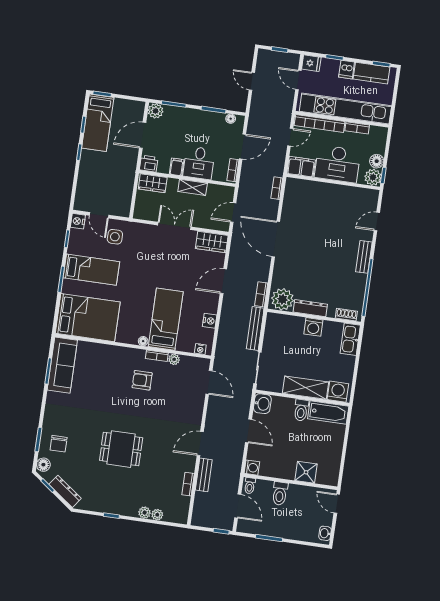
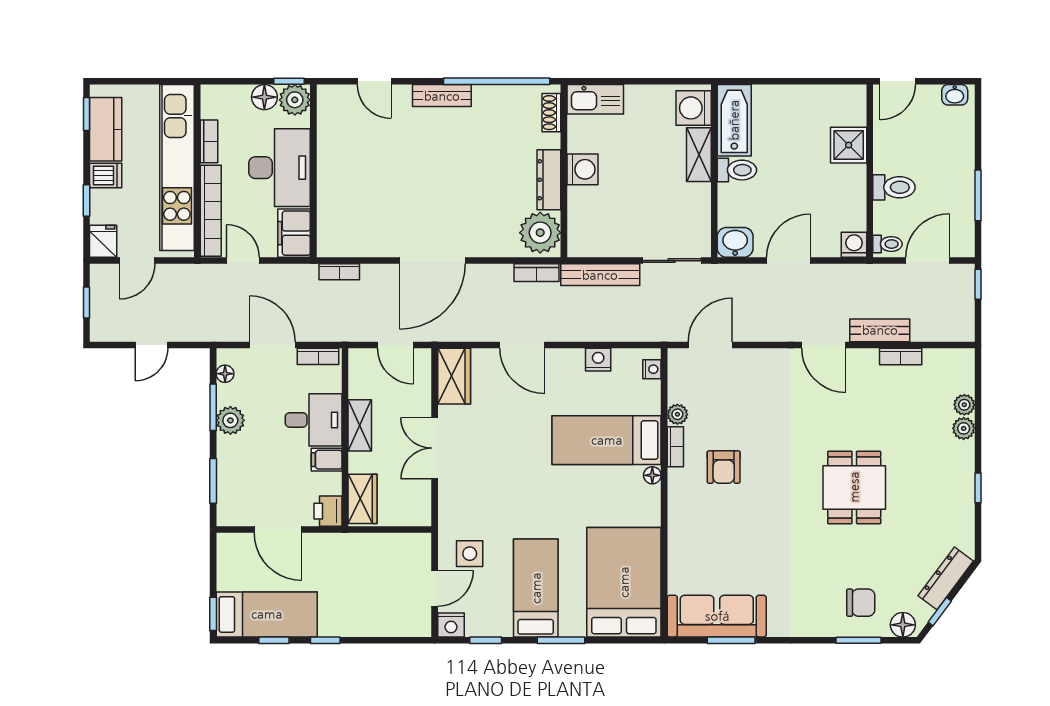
plant: (156, 111) -> (230, 420), moved
shelving: (305, 388) -> (699, 155), width x0.67, depth x0.75

